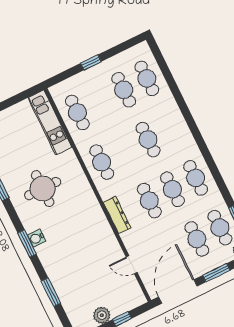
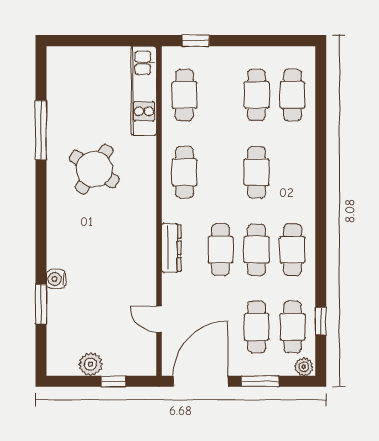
window: (91, 62) -> (196, 41), moved
round table: (43, 189) -> (94, 169), turned 33
water cooler: (37, 238) -> (56, 279), moved
window: (27, 243) -> (41, 228), removed

